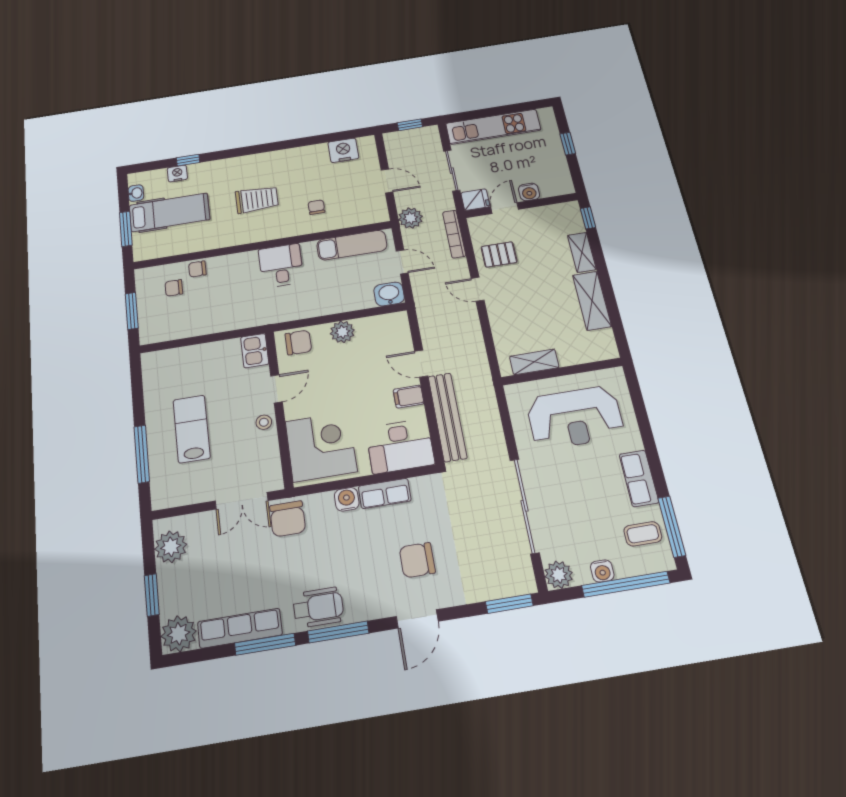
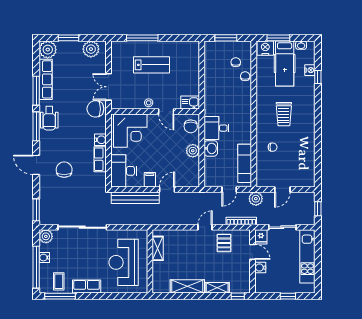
nightstand: (343, 150) -> (265, 48), moved, turned -90
desk: (281, 266) -> (217, 128), moved, turned 180
washbasin: (389, 294) -> (211, 148), moved

